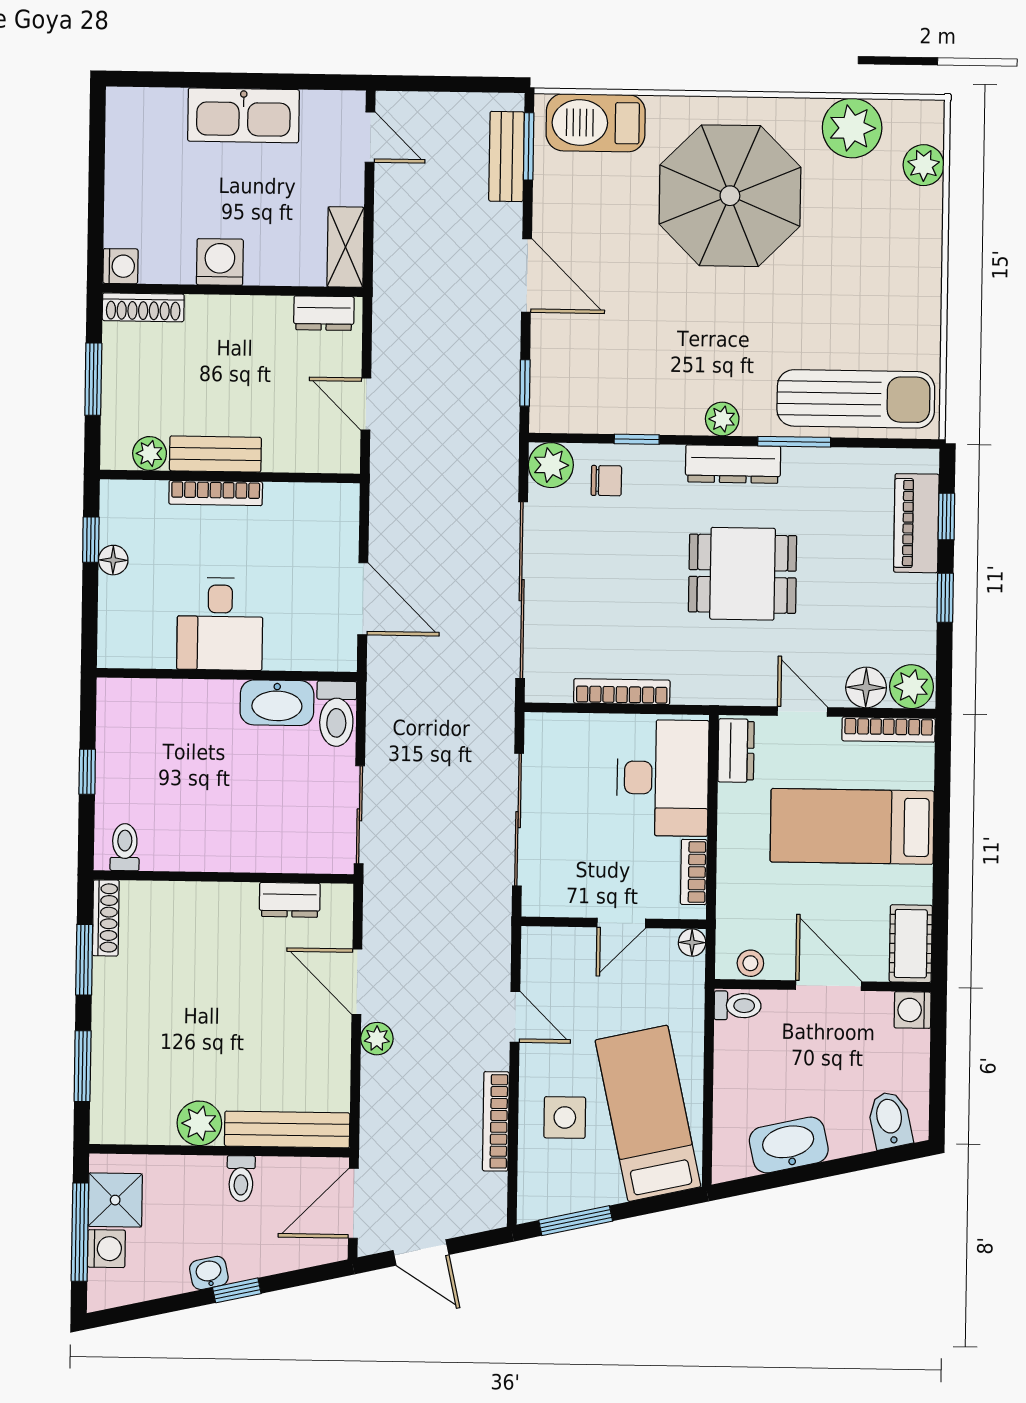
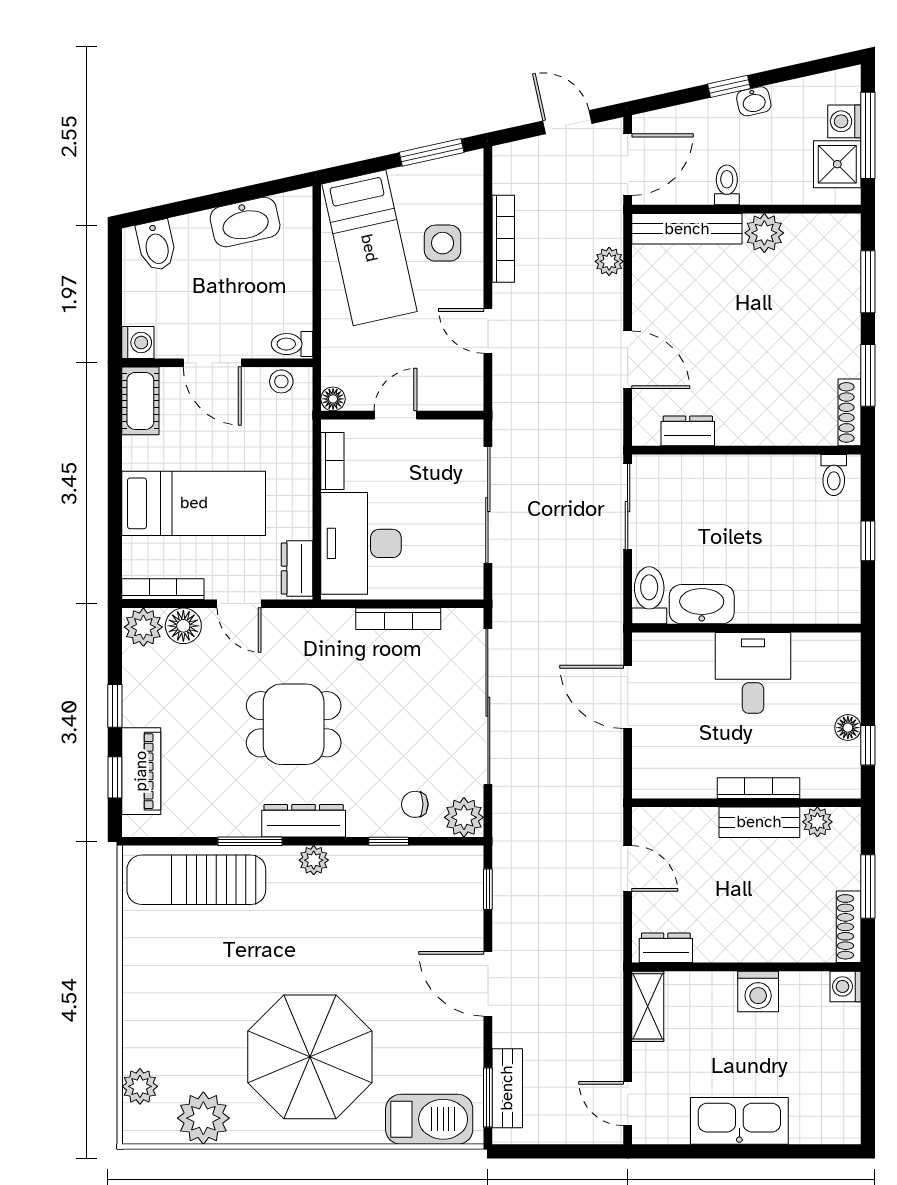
shoe rack: (143, 307) -> (849, 927), moved, turned -90
plant: (377, 1039) -> (609, 261), moved

